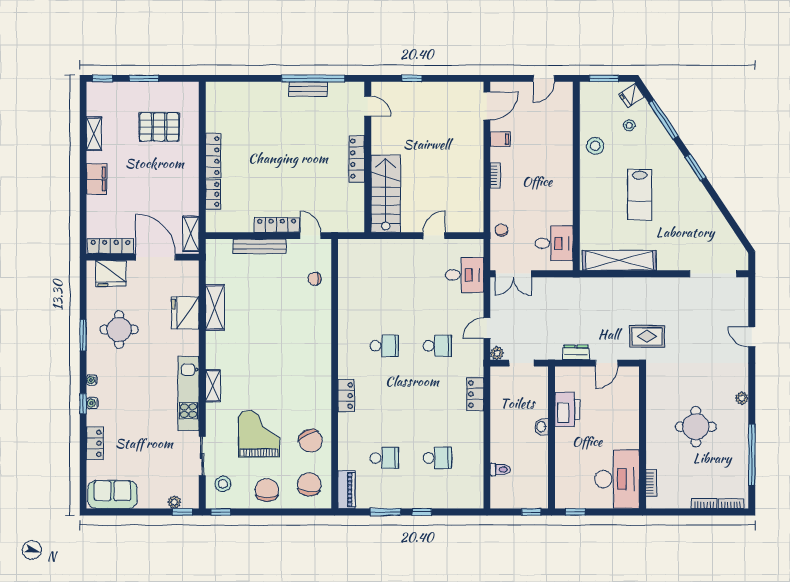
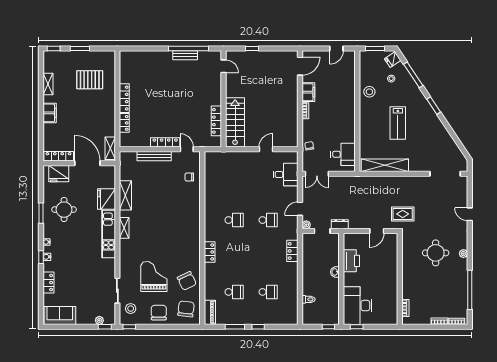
filing cabinet: (500, 139) -> (308, 92), width x2.00
locker: (357, 159) -> (216, 121), moved
dresser: (576, 352) -> (340, 224), moved
shelving: (213, 386) -> (124, 228), moved
kitchen unit: (188, 394) -> (109, 234), moved
round table: (696, 427) -> (436, 253), moved
desk: (617, 479) -> (358, 306), moved, turned 180

